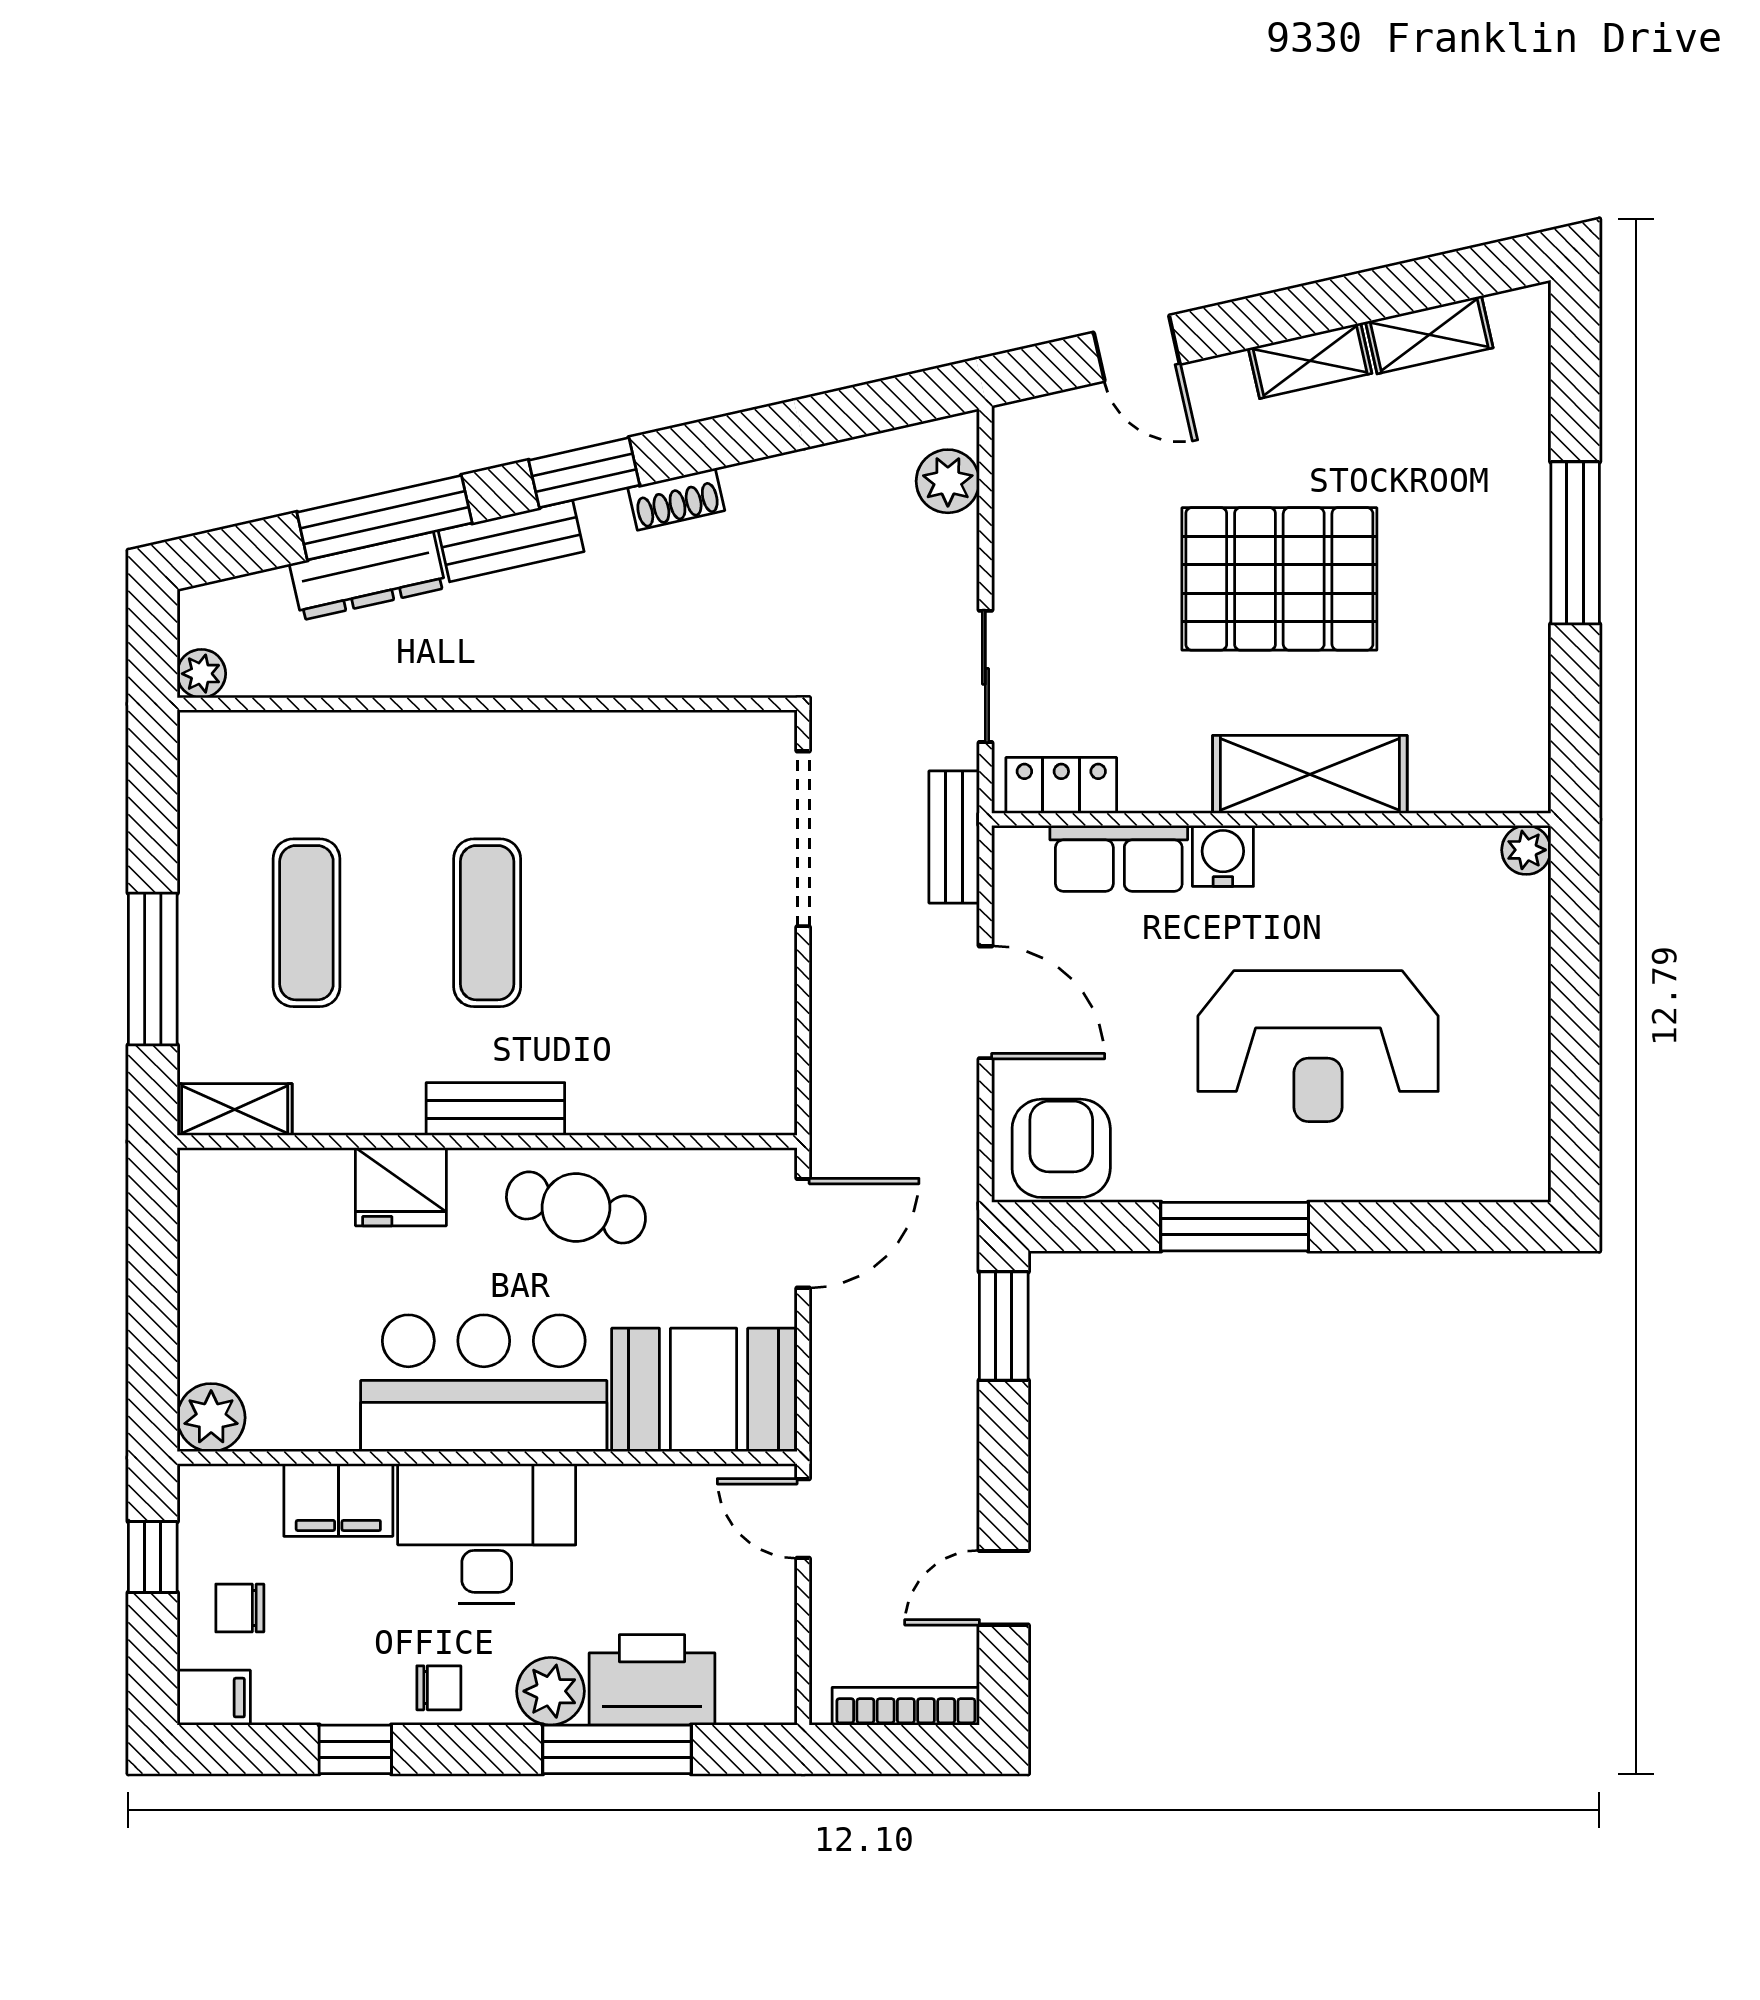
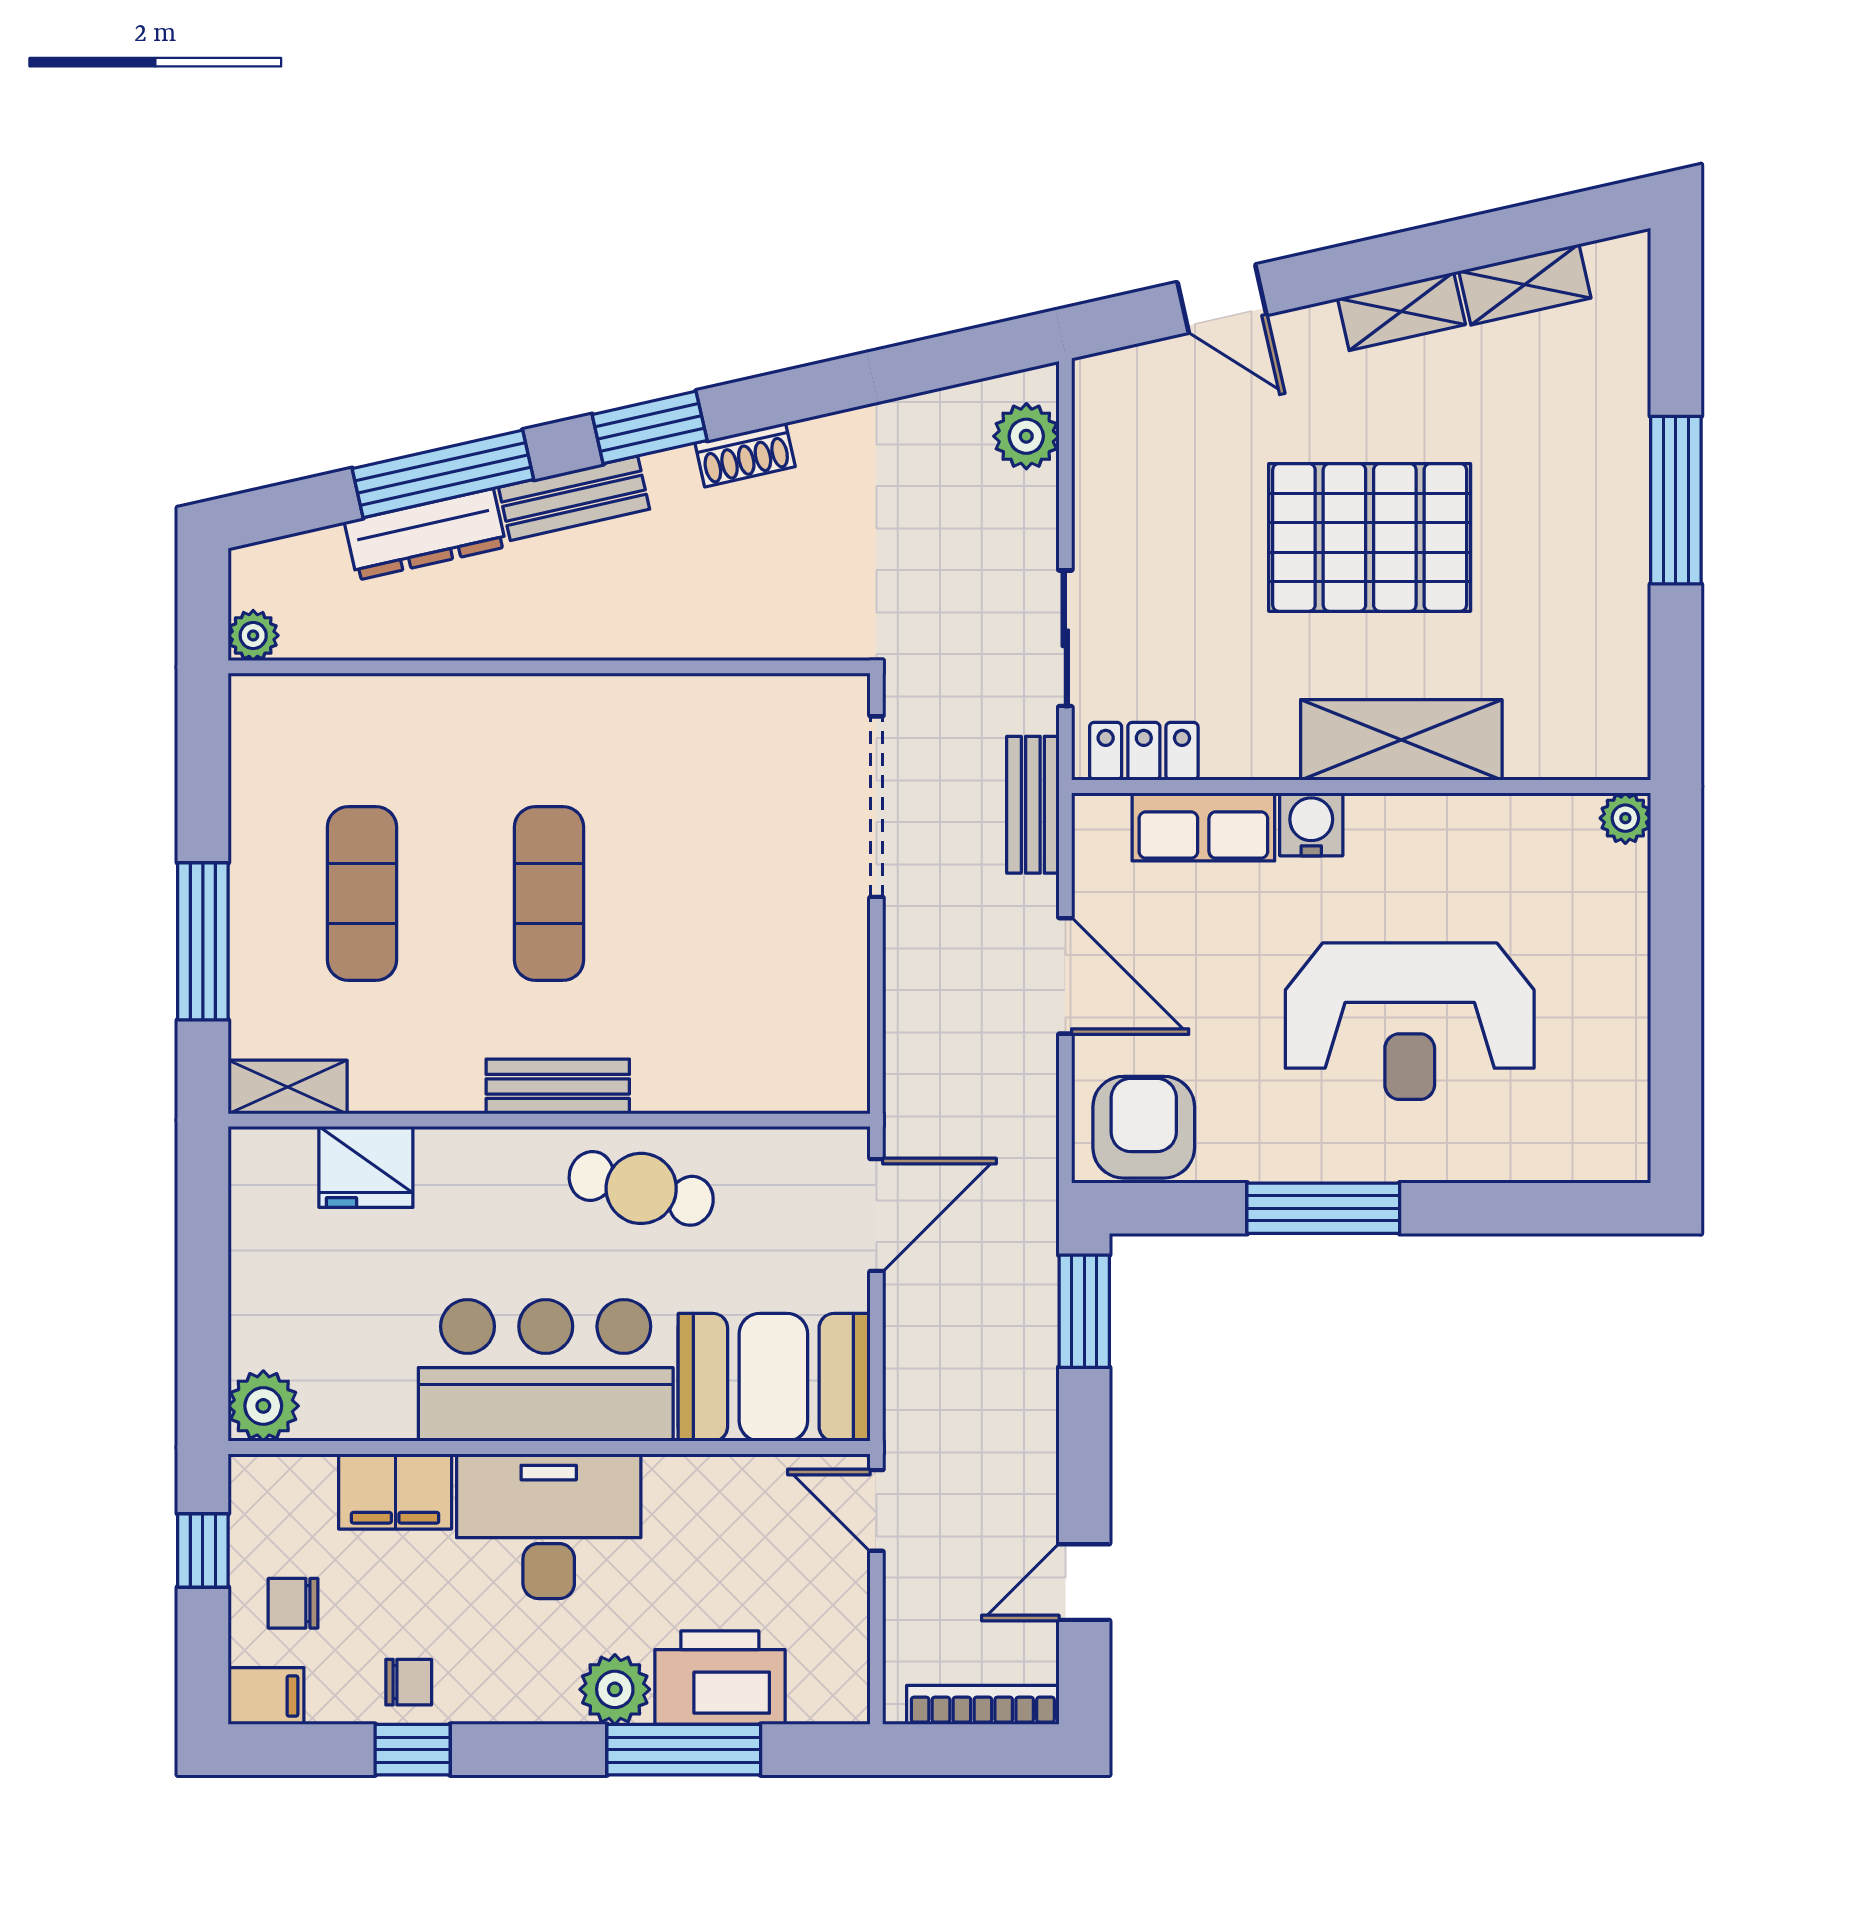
fridge: (401, 1187) -> (366, 1167), moved
chair: (439, 1688) -> (409, 1682), moved

